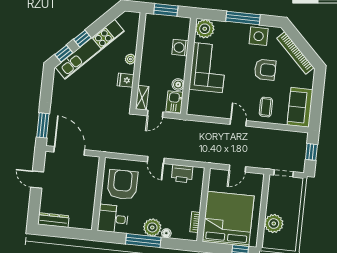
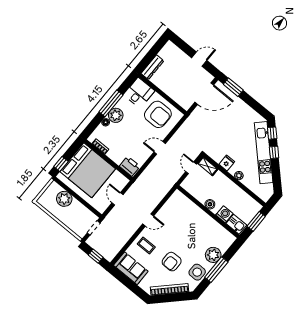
plant: (205, 29) -> (213, 255), moved
corner sofa: (208, 68) -> (199, 224), removed
boiler: (178, 85) -> (210, 204), moved
kitchen sink: (175, 102) -> (236, 224), moved
printer: (182, 174) -> (130, 166), moved, turned 90
dresser: (53, 220) -> (152, 67), moved

